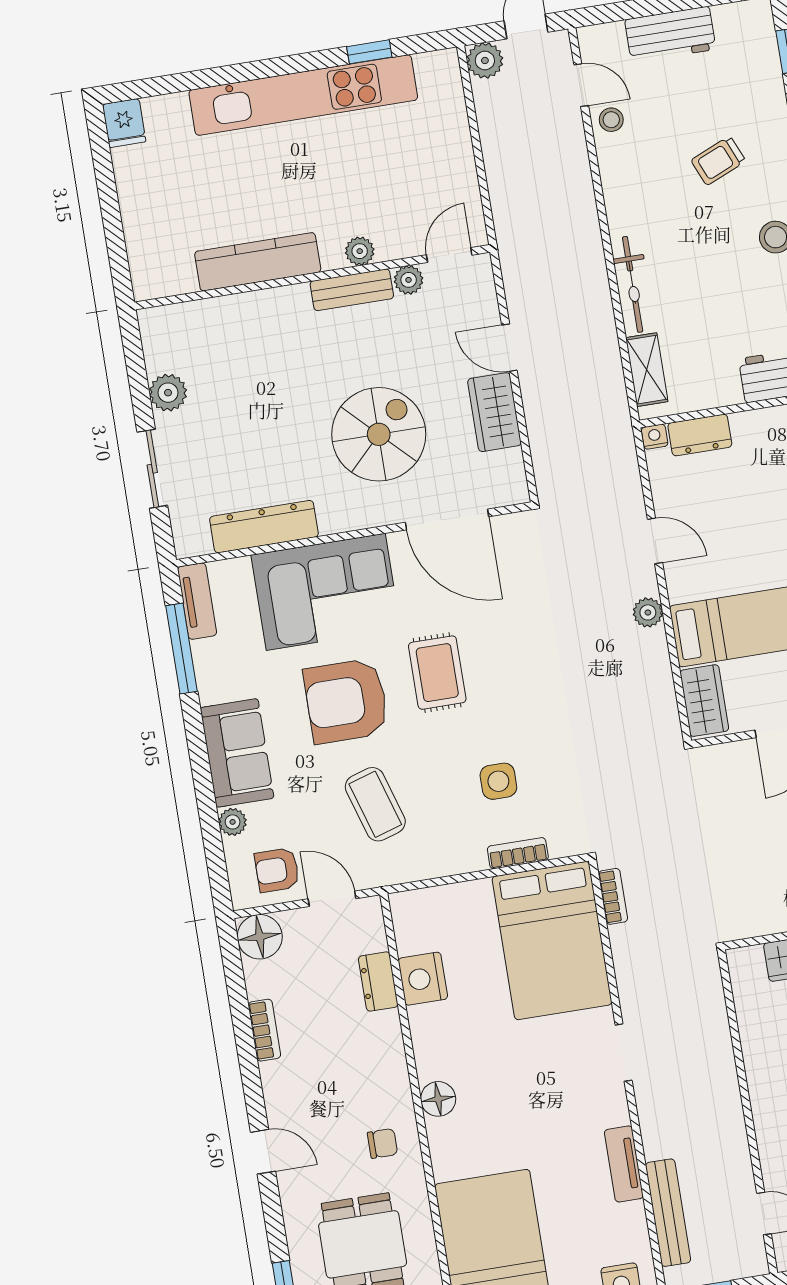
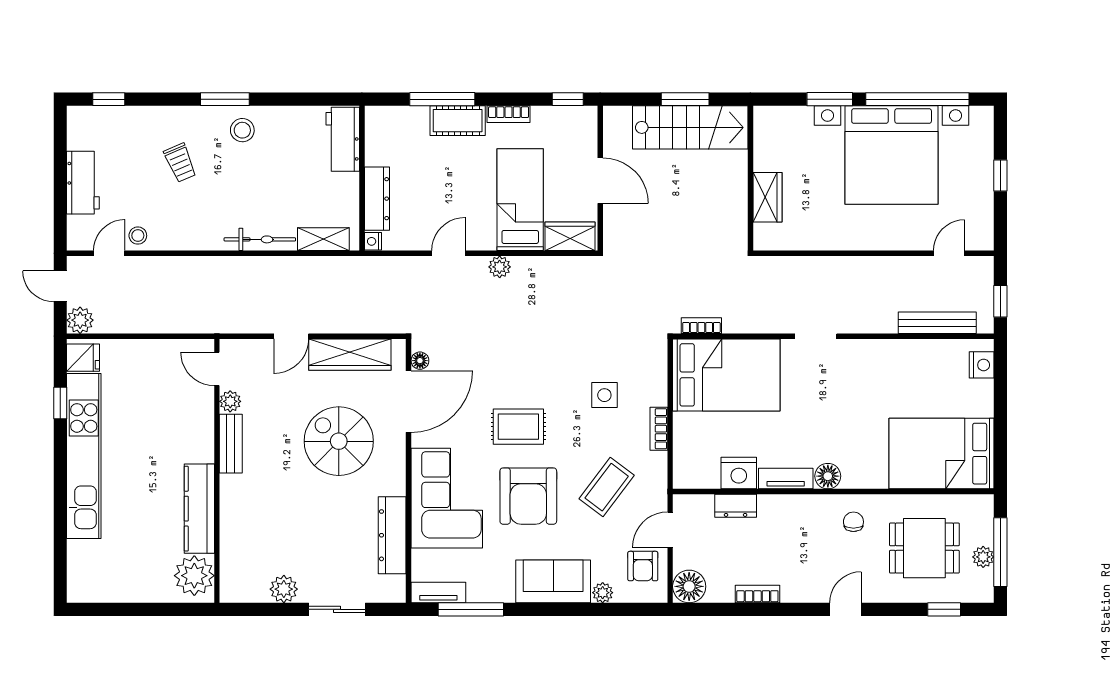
fridge: (124, 123) -> (83, 358), moved
plant: (360, 251) -> (194, 576), moved, width x1.87, depth x1.87
wardrobe: (494, 412) -> (350, 355), width x1.50
dresser: (700, 435) -> (377, 199), width x1.44
floor lamp: (505, 526) -> (420, 361), added
coffee table: (375, 804) -> (607, 487), turned -36
bookcase: (518, 853) -> (659, 429), moved
tv unit: (624, 1164) -> (786, 479), moved, turned 180

